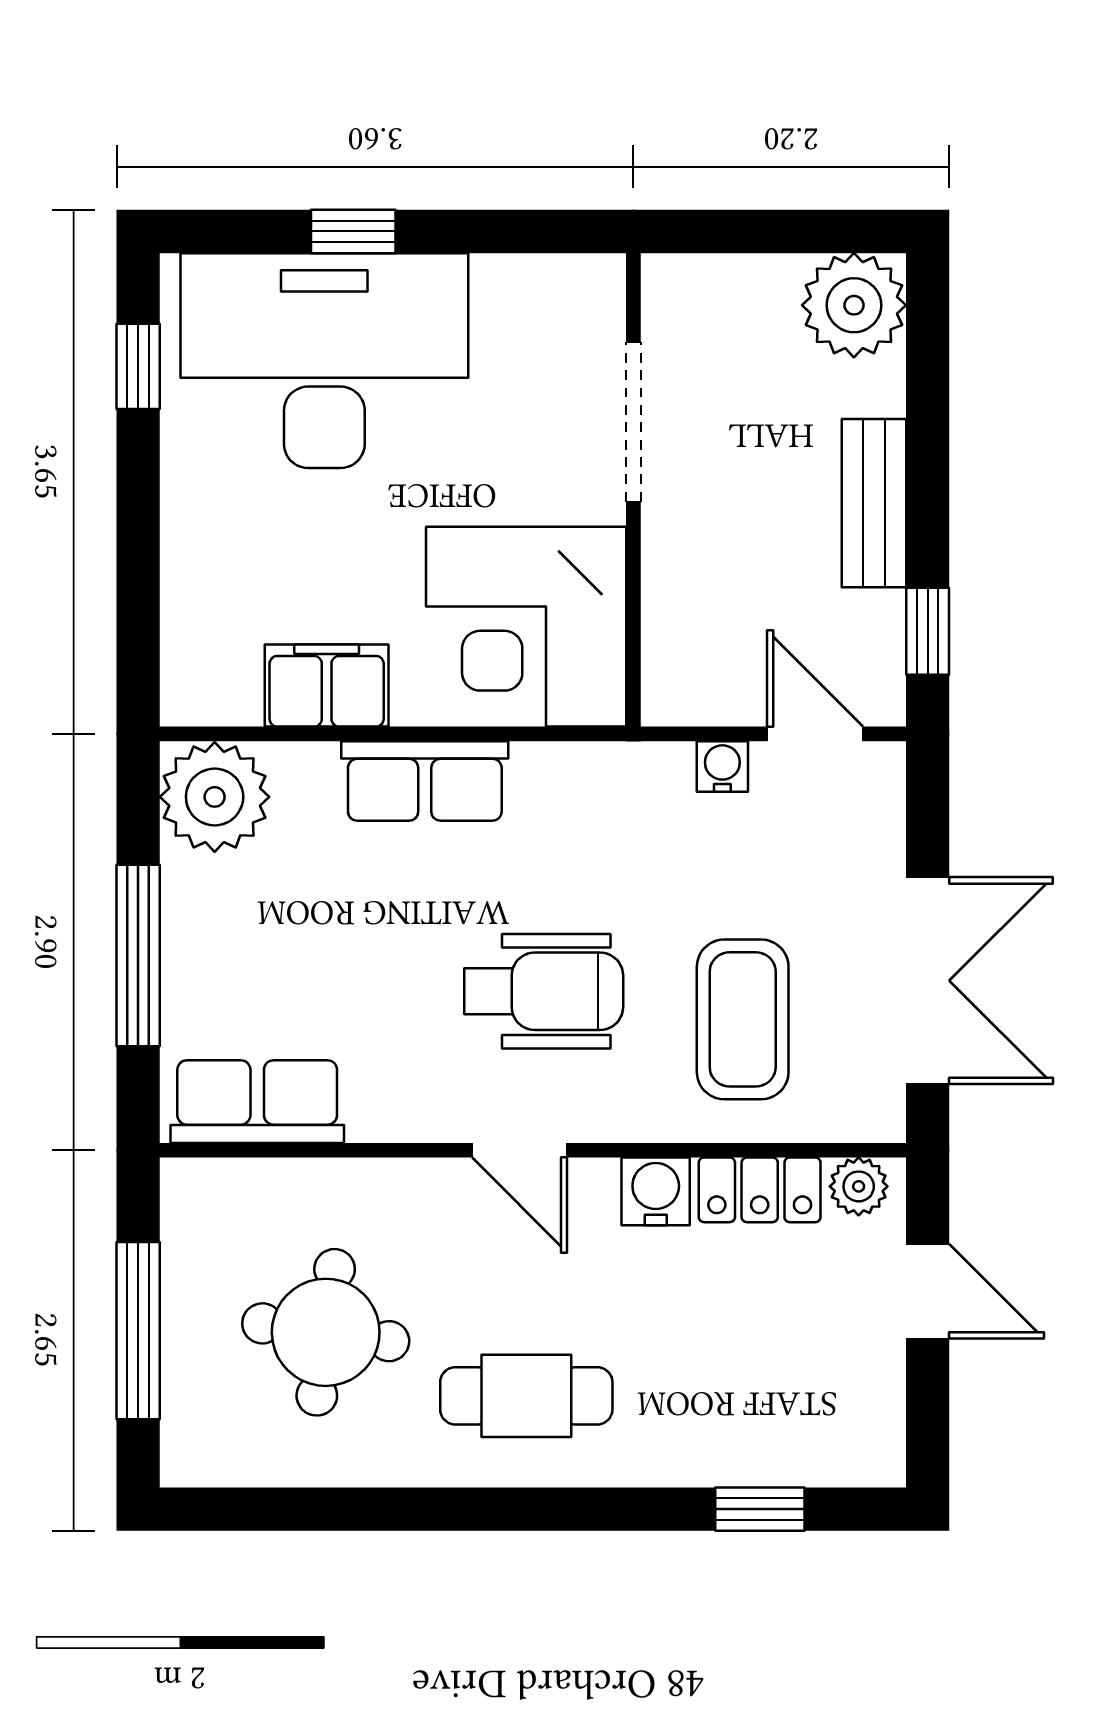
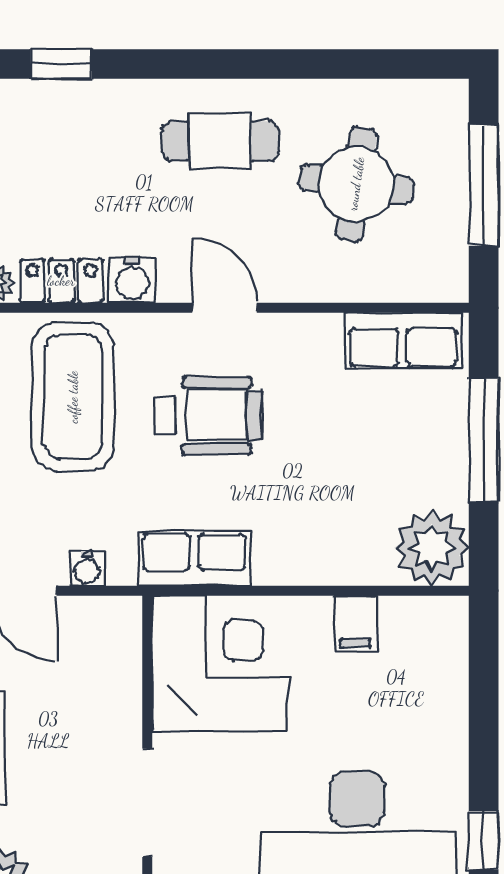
filing cabinet: (327, 686) -> (356, 624), width x0.50
row of seats: (425, 781) -> (194, 559), moved
wheelchair: (544, 991) -> (208, 416), turned 180
coffee table: (743, 1019) -> (73, 397), width x1.36, depth x1.32

